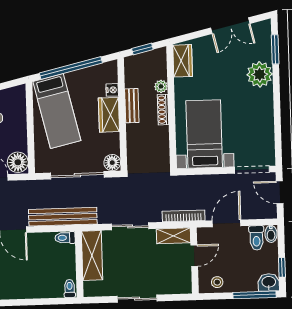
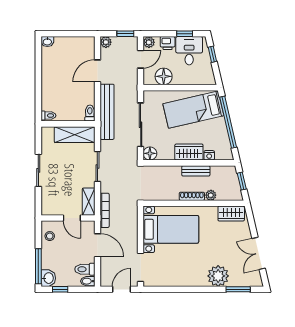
floor lamp: (18, 162) -> (164, 76), moved

